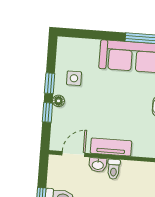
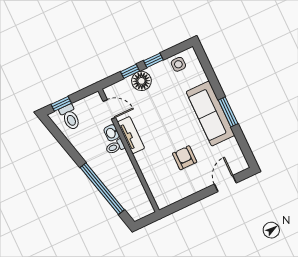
side table: (74, 78) -> (178, 64), moved
floor lamp: (59, 101) -> (141, 81), width x1.89, depth x1.89

